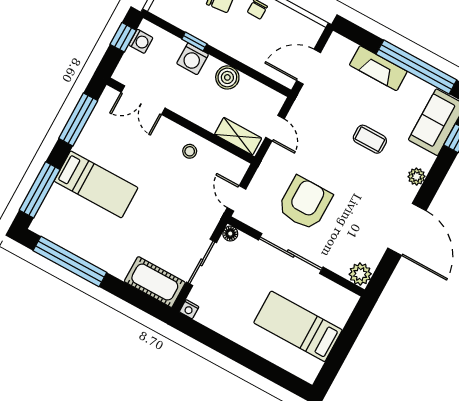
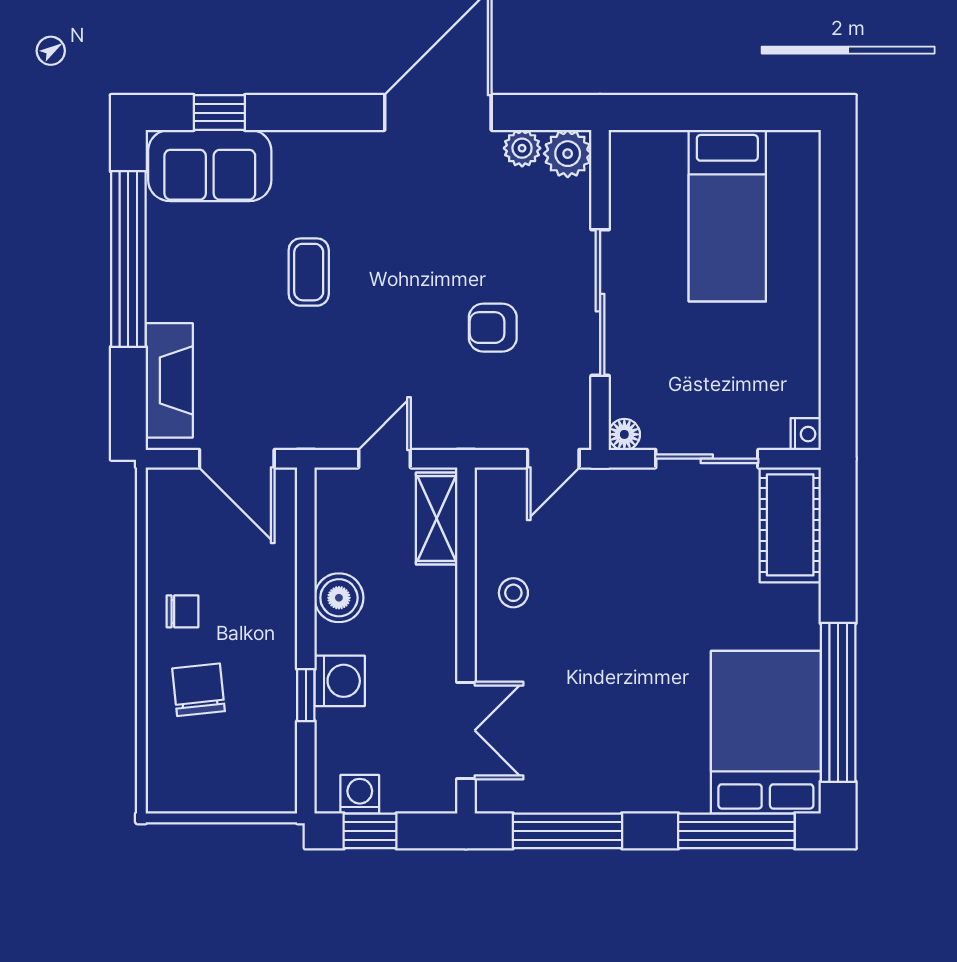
fireplace: (378, 68) -> (169, 380), moved
plant: (416, 177) -> (522, 148), moved
bed: (96, 184) -> (766, 732), moved, width x1.50
armchair: (305, 203) -> (493, 328), width x0.53, depth x0.53

